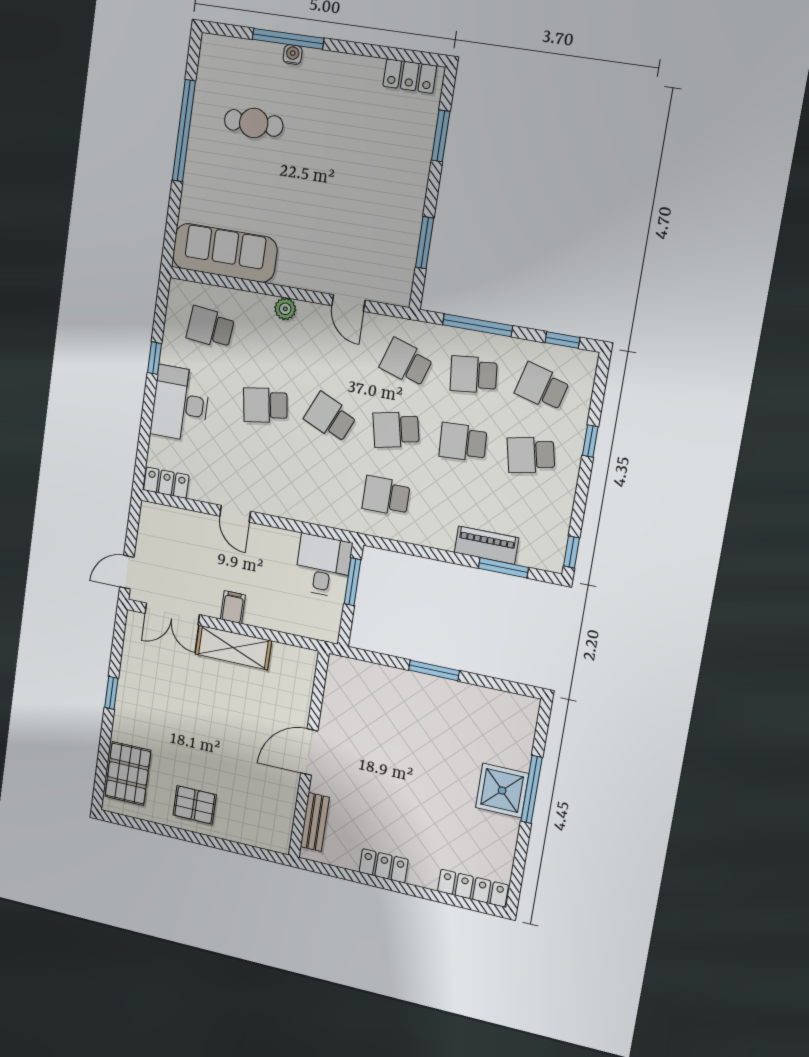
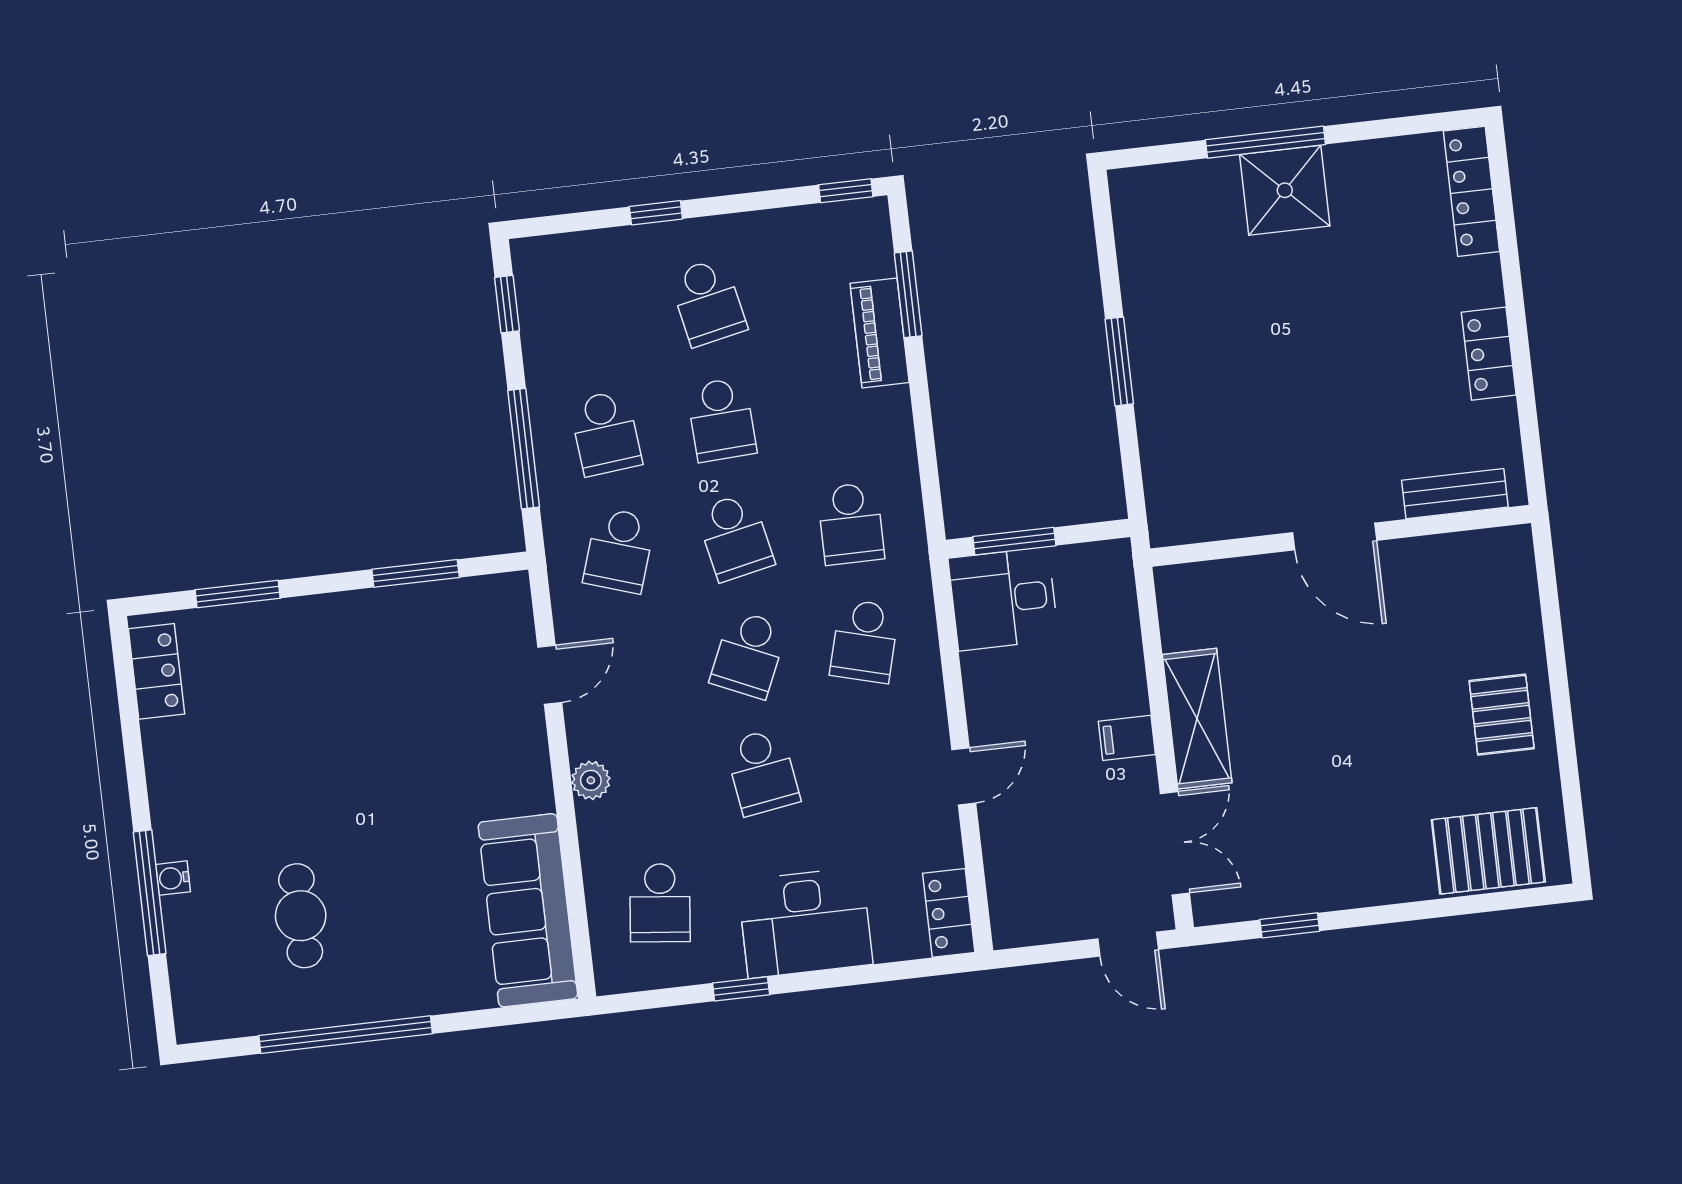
school desk: (542, 387) -> (864, 641), moved
window: (111, 693) -> (1290, 925), moved

